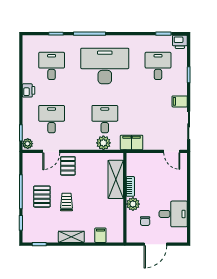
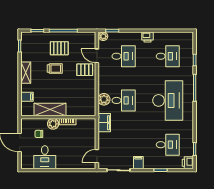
shelving: (116, 179) -> (50, 109), moved

